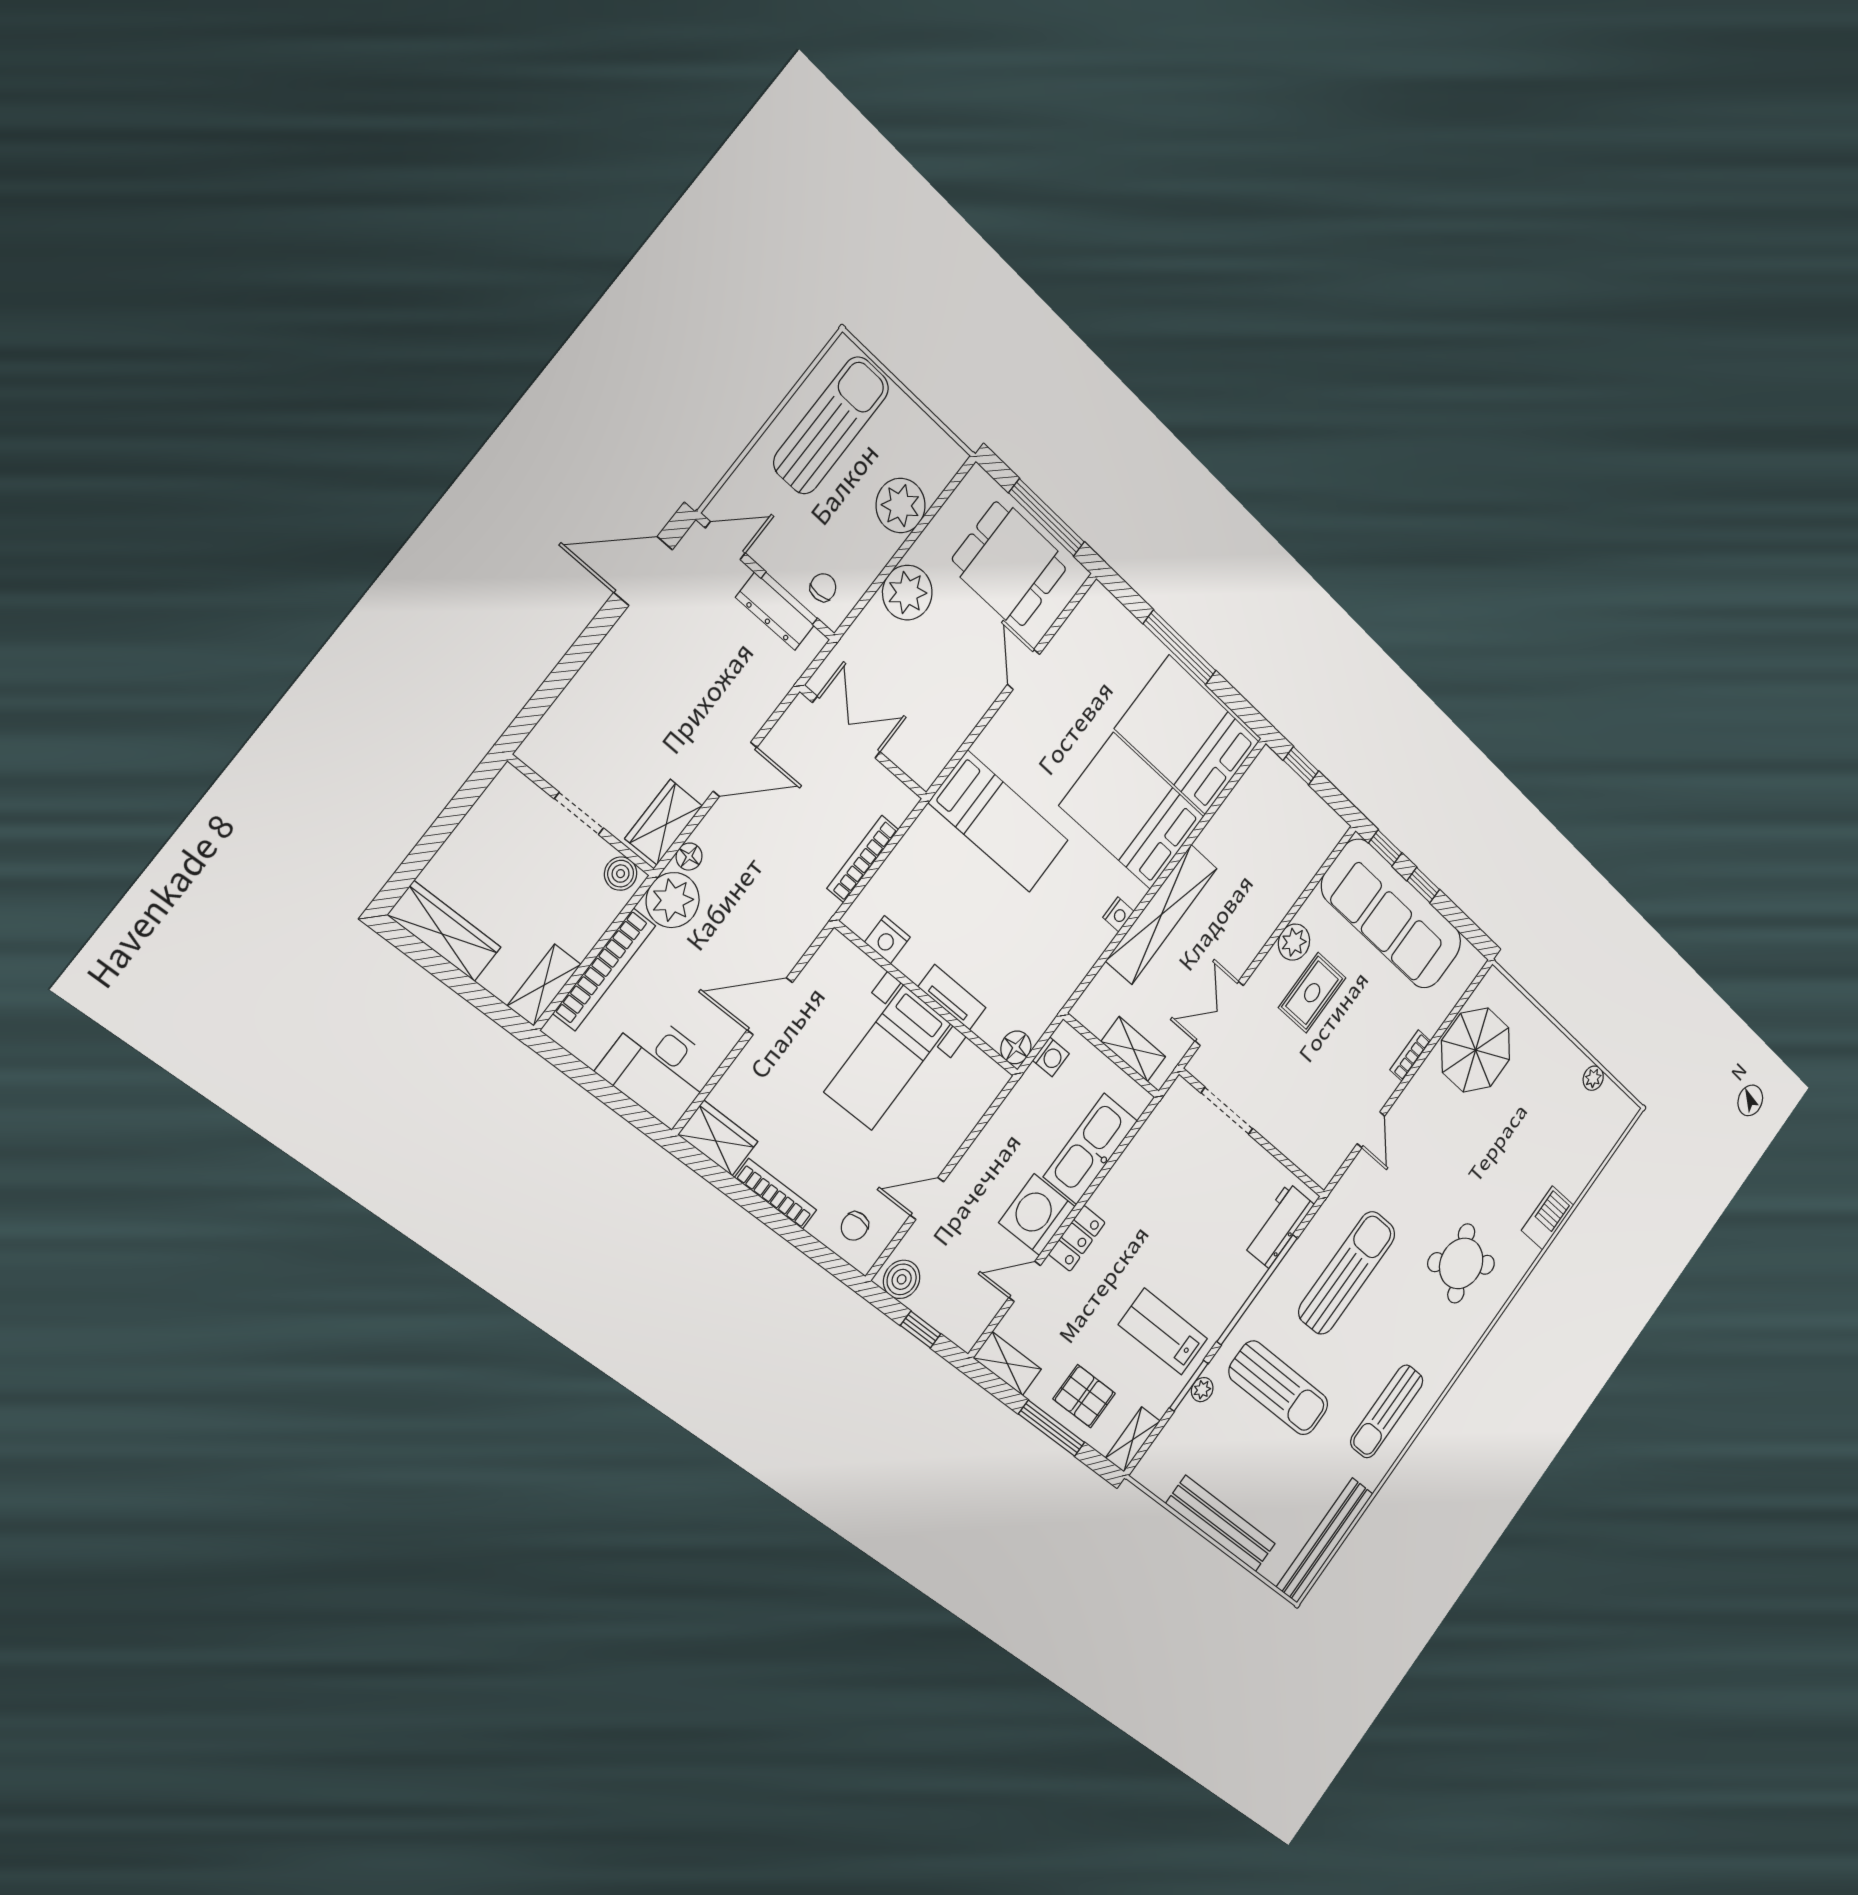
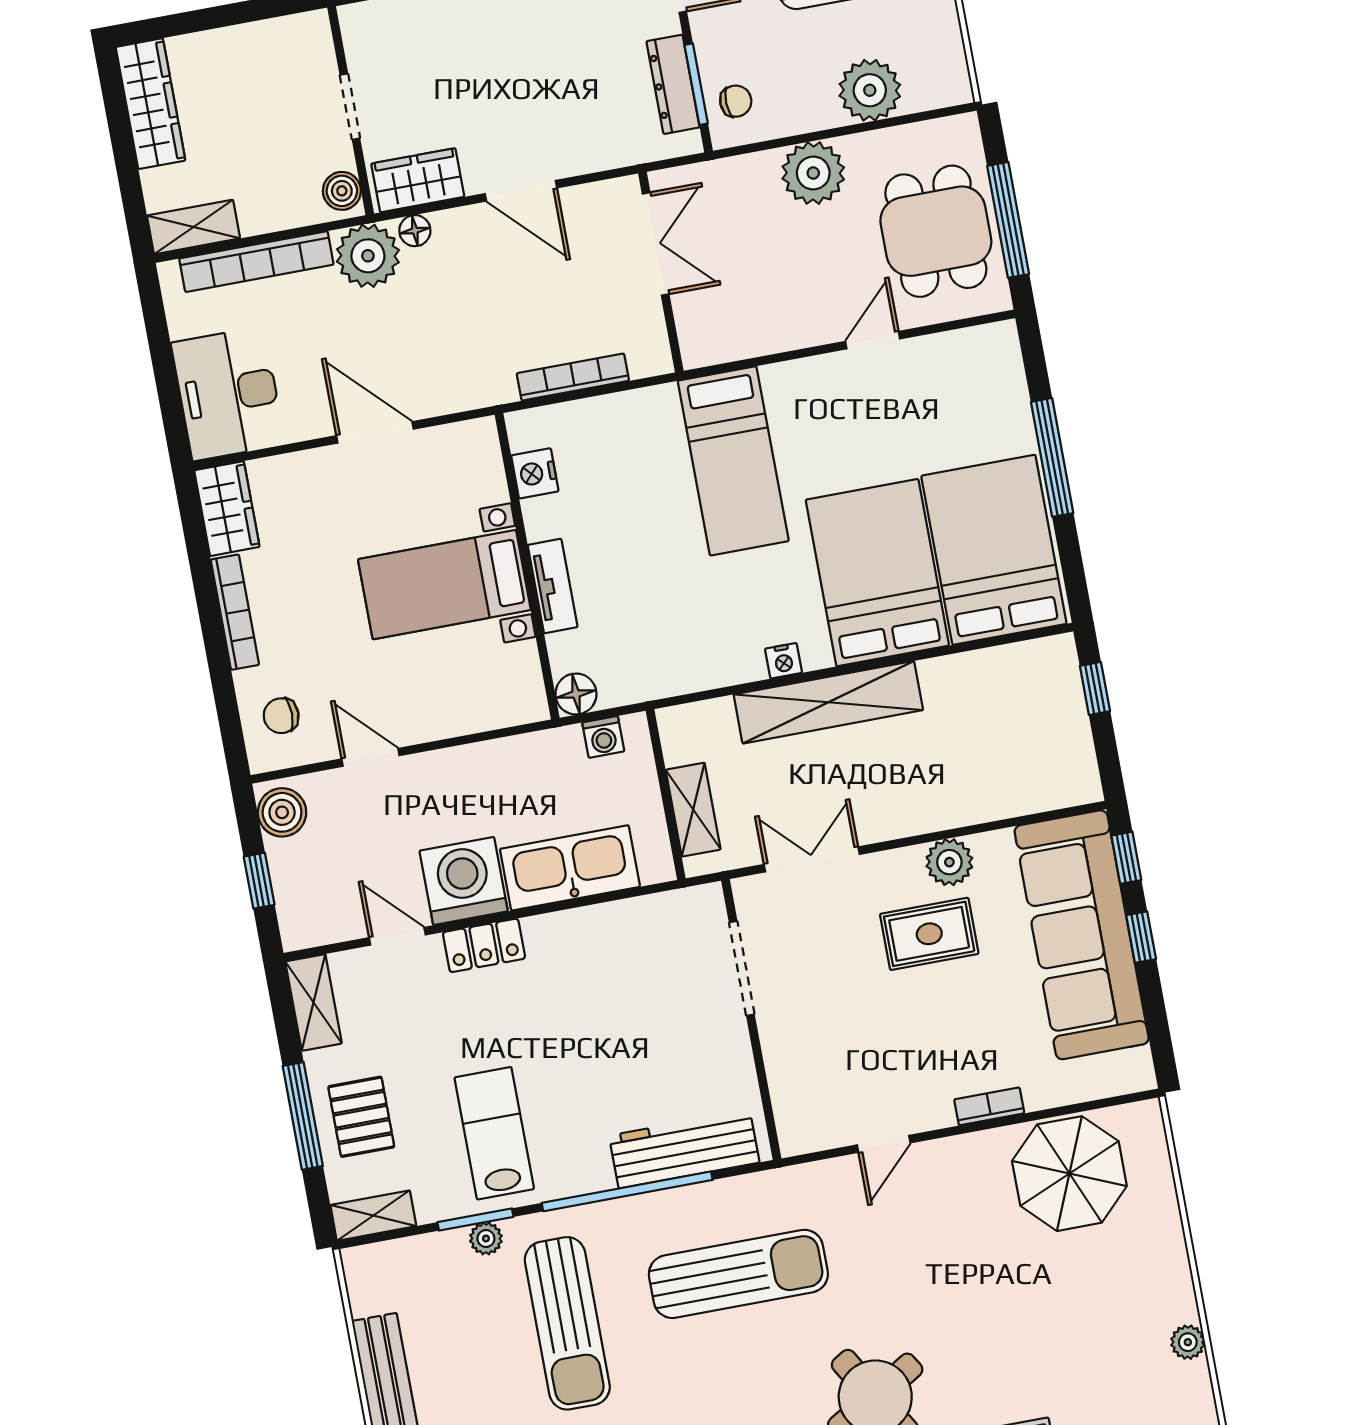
workbench: (1279, 1225) -> (684, 1149), width x1.37

